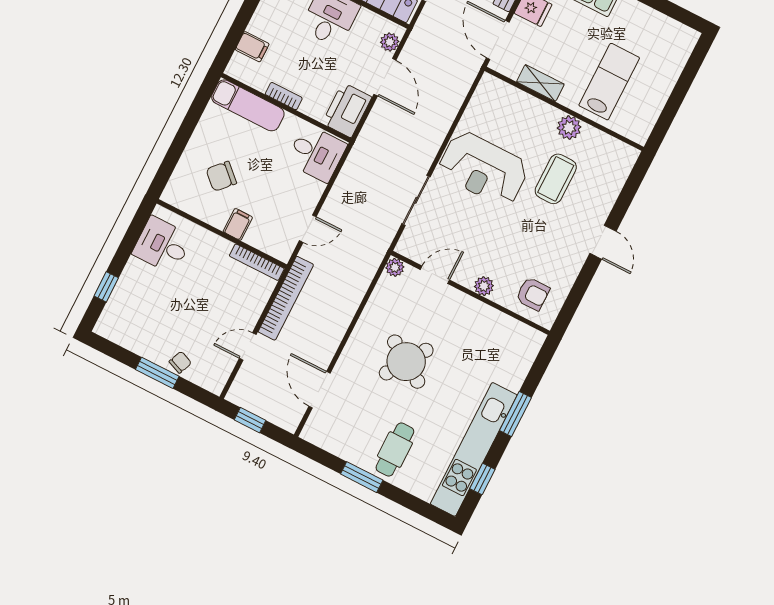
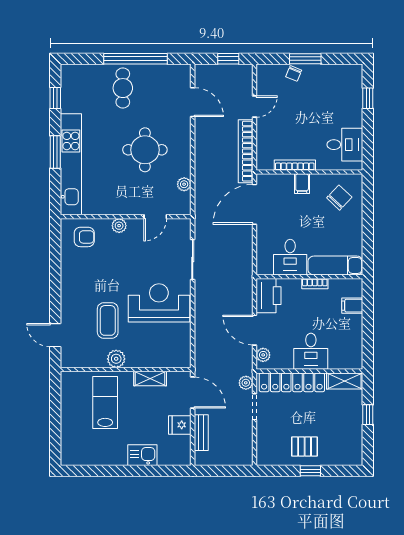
plant: (428, 19) -> (246, 383), added
lab bench: (609, 82) -> (105, 403), turned 180
desk: (316, 153) -> (290, 257), moved, turned -90
chair: (221, 176) -> (339, 198), moved
door: (308, 229) -> (254, 204), width x1.88
door: (603, 242) -> (55, 335), moved
bookcase: (257, 262) -> (295, 165), moved
plant: (395, 267) -> (184, 184), moved
armchair: (533, 294) -> (84, 237), turned 180
round table: (406, 362) -> (145, 150), turned -33
kitchen unit: (474, 449) -> (71, 164), moved
window: (362, 477) -> (136, 59), width x2.11

